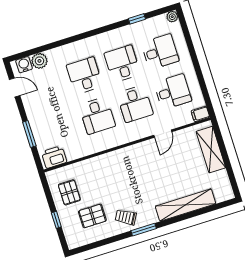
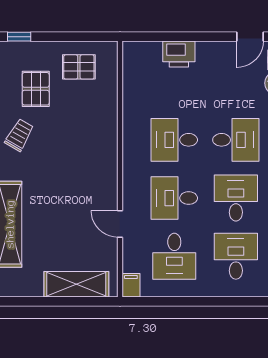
desk: (160, 52) -> (236, 256), turned 180
desk: (122, 64) -> (236, 198), turned -90
window: (29, 134) -> (178, 37), removed
printer: (54, 157) -> (179, 54), moved, turned 90
window: (56, 220) -> (19, 37), moved

